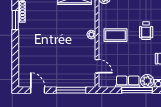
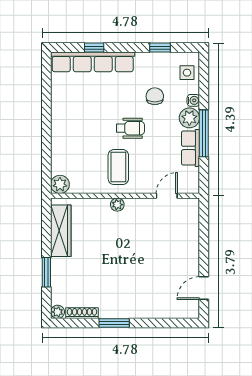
window: (15, 20) -> (114, 323), moved
wheelchair: (146, 31) -> (130, 128), moved
window: (71, 90) -> (204, 236), removed

